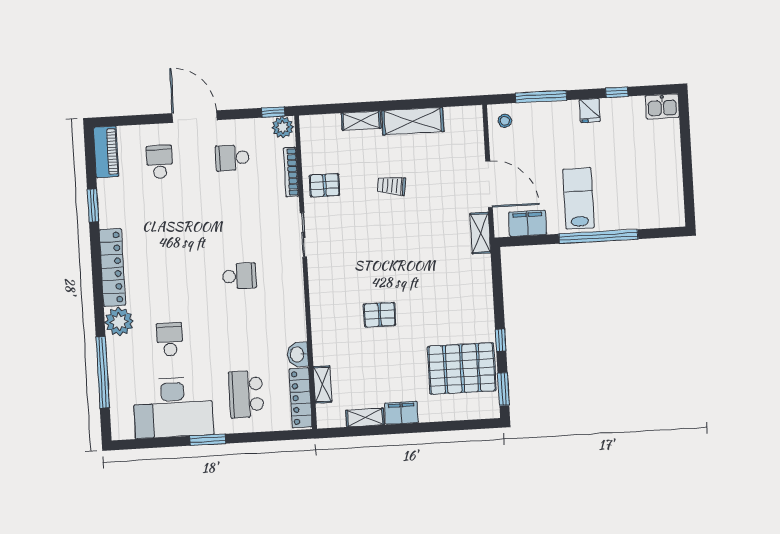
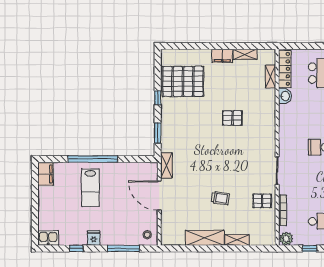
window: (273, 112) -> (310, 248), moved
lab bench: (579, 198) -> (90, 188), moved
filing cabinet: (528, 223) -> (46, 174), moved, turned -90
window: (503, 389) -> (158, 133), moved

